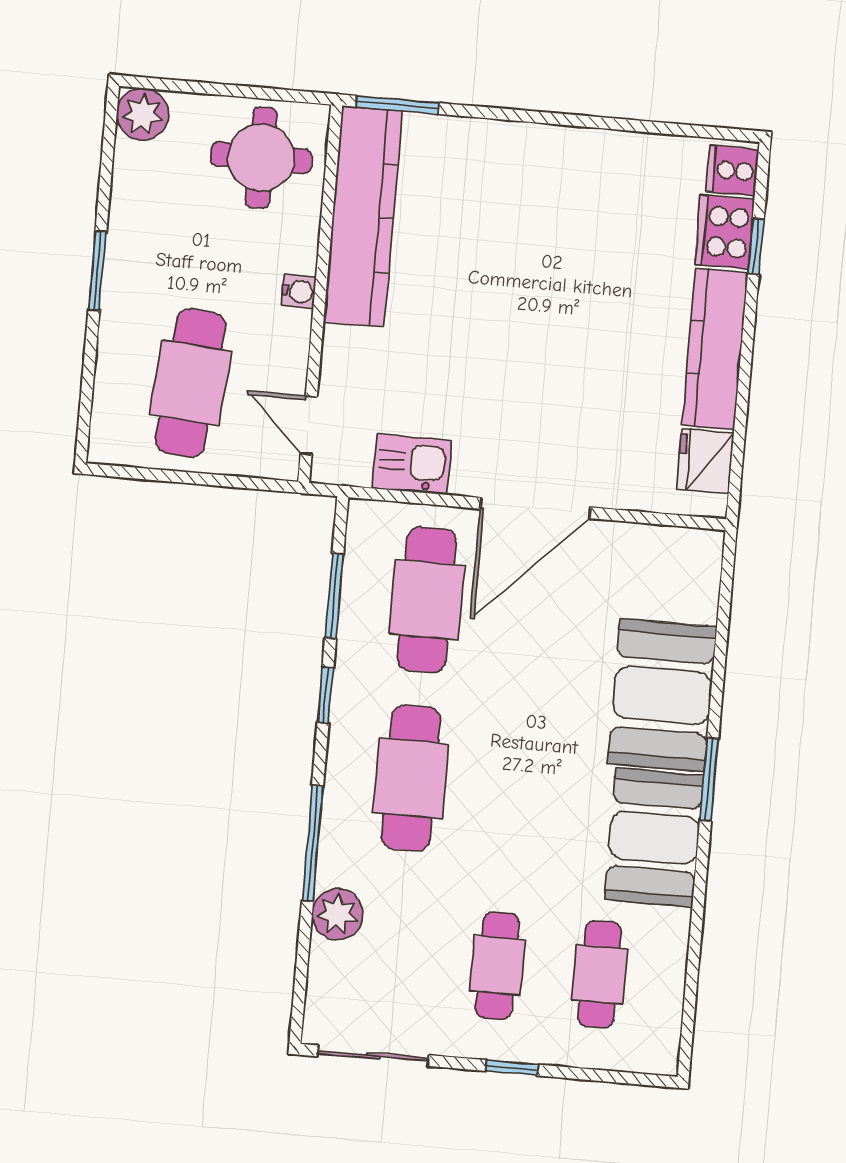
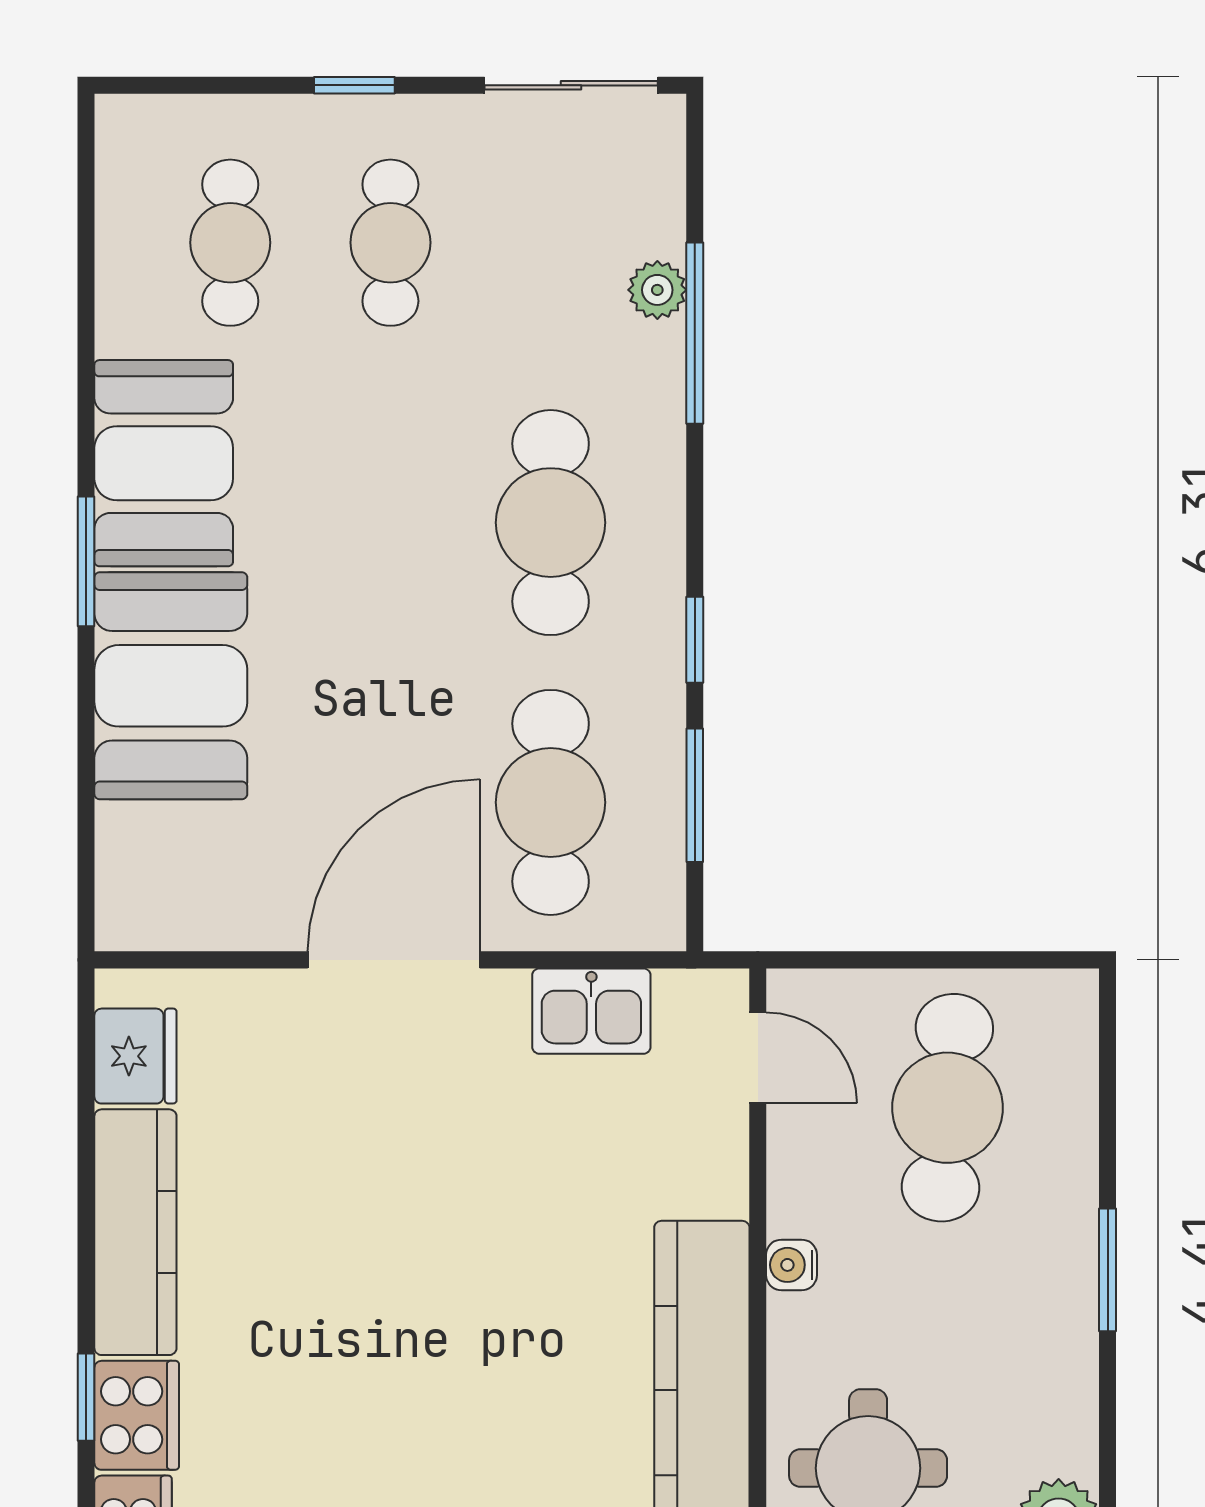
window: (313, 843) -> (695, 333), moved
plant: (337, 914) -> (657, 290), width x0.73, depth x0.73

